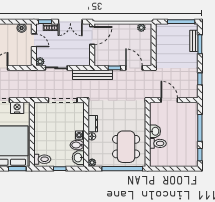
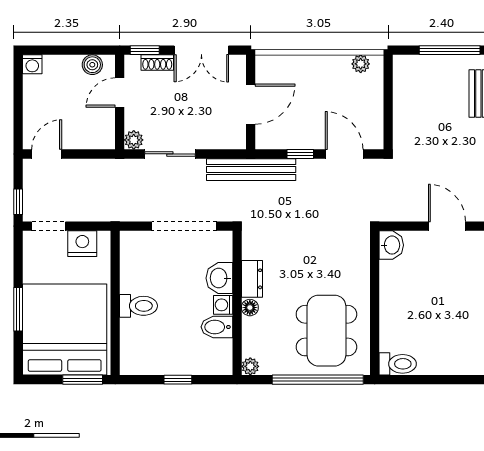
door: (92, 35) -> (251, 104), moved
door: (34, 40) -> (120, 93), swing flipped
door: (169, 100) -> (447, 226), moved
washbasin: (155, 131) -> (391, 245), moved
toilet: (158, 143) -> (398, 364), moved
washbasin: (78, 158) -> (219, 278), moved
toilet: (42, 159) -> (139, 306), moved

